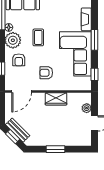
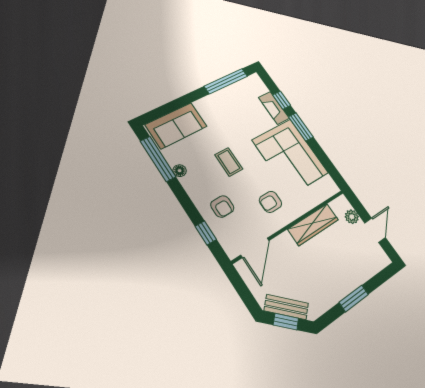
plant: (13, 40) -> (197, 185), removed
window: (95, 74) -> (282, 100), moved
wardrobe: (56, 99) -> (313, 224), width x1.50

